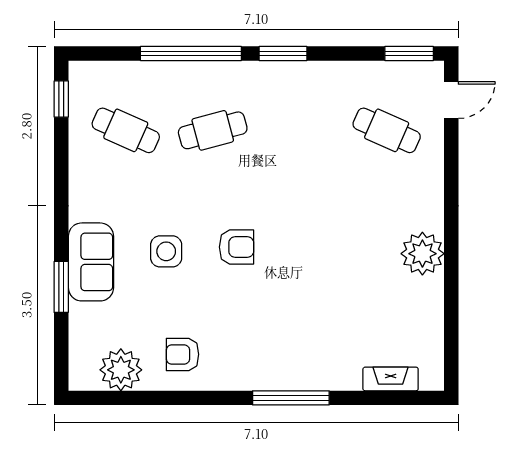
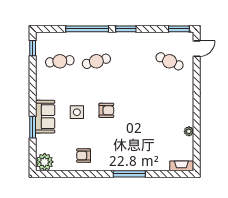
cafe table: (126, 130) -> (60, 61), turned -30
plant: (422, 254) -> (189, 131), moved, width x0.53, depth x0.53
plant: (121, 370) -> (45, 162), moved
fireplace: (391, 379) -> (181, 166), moved

